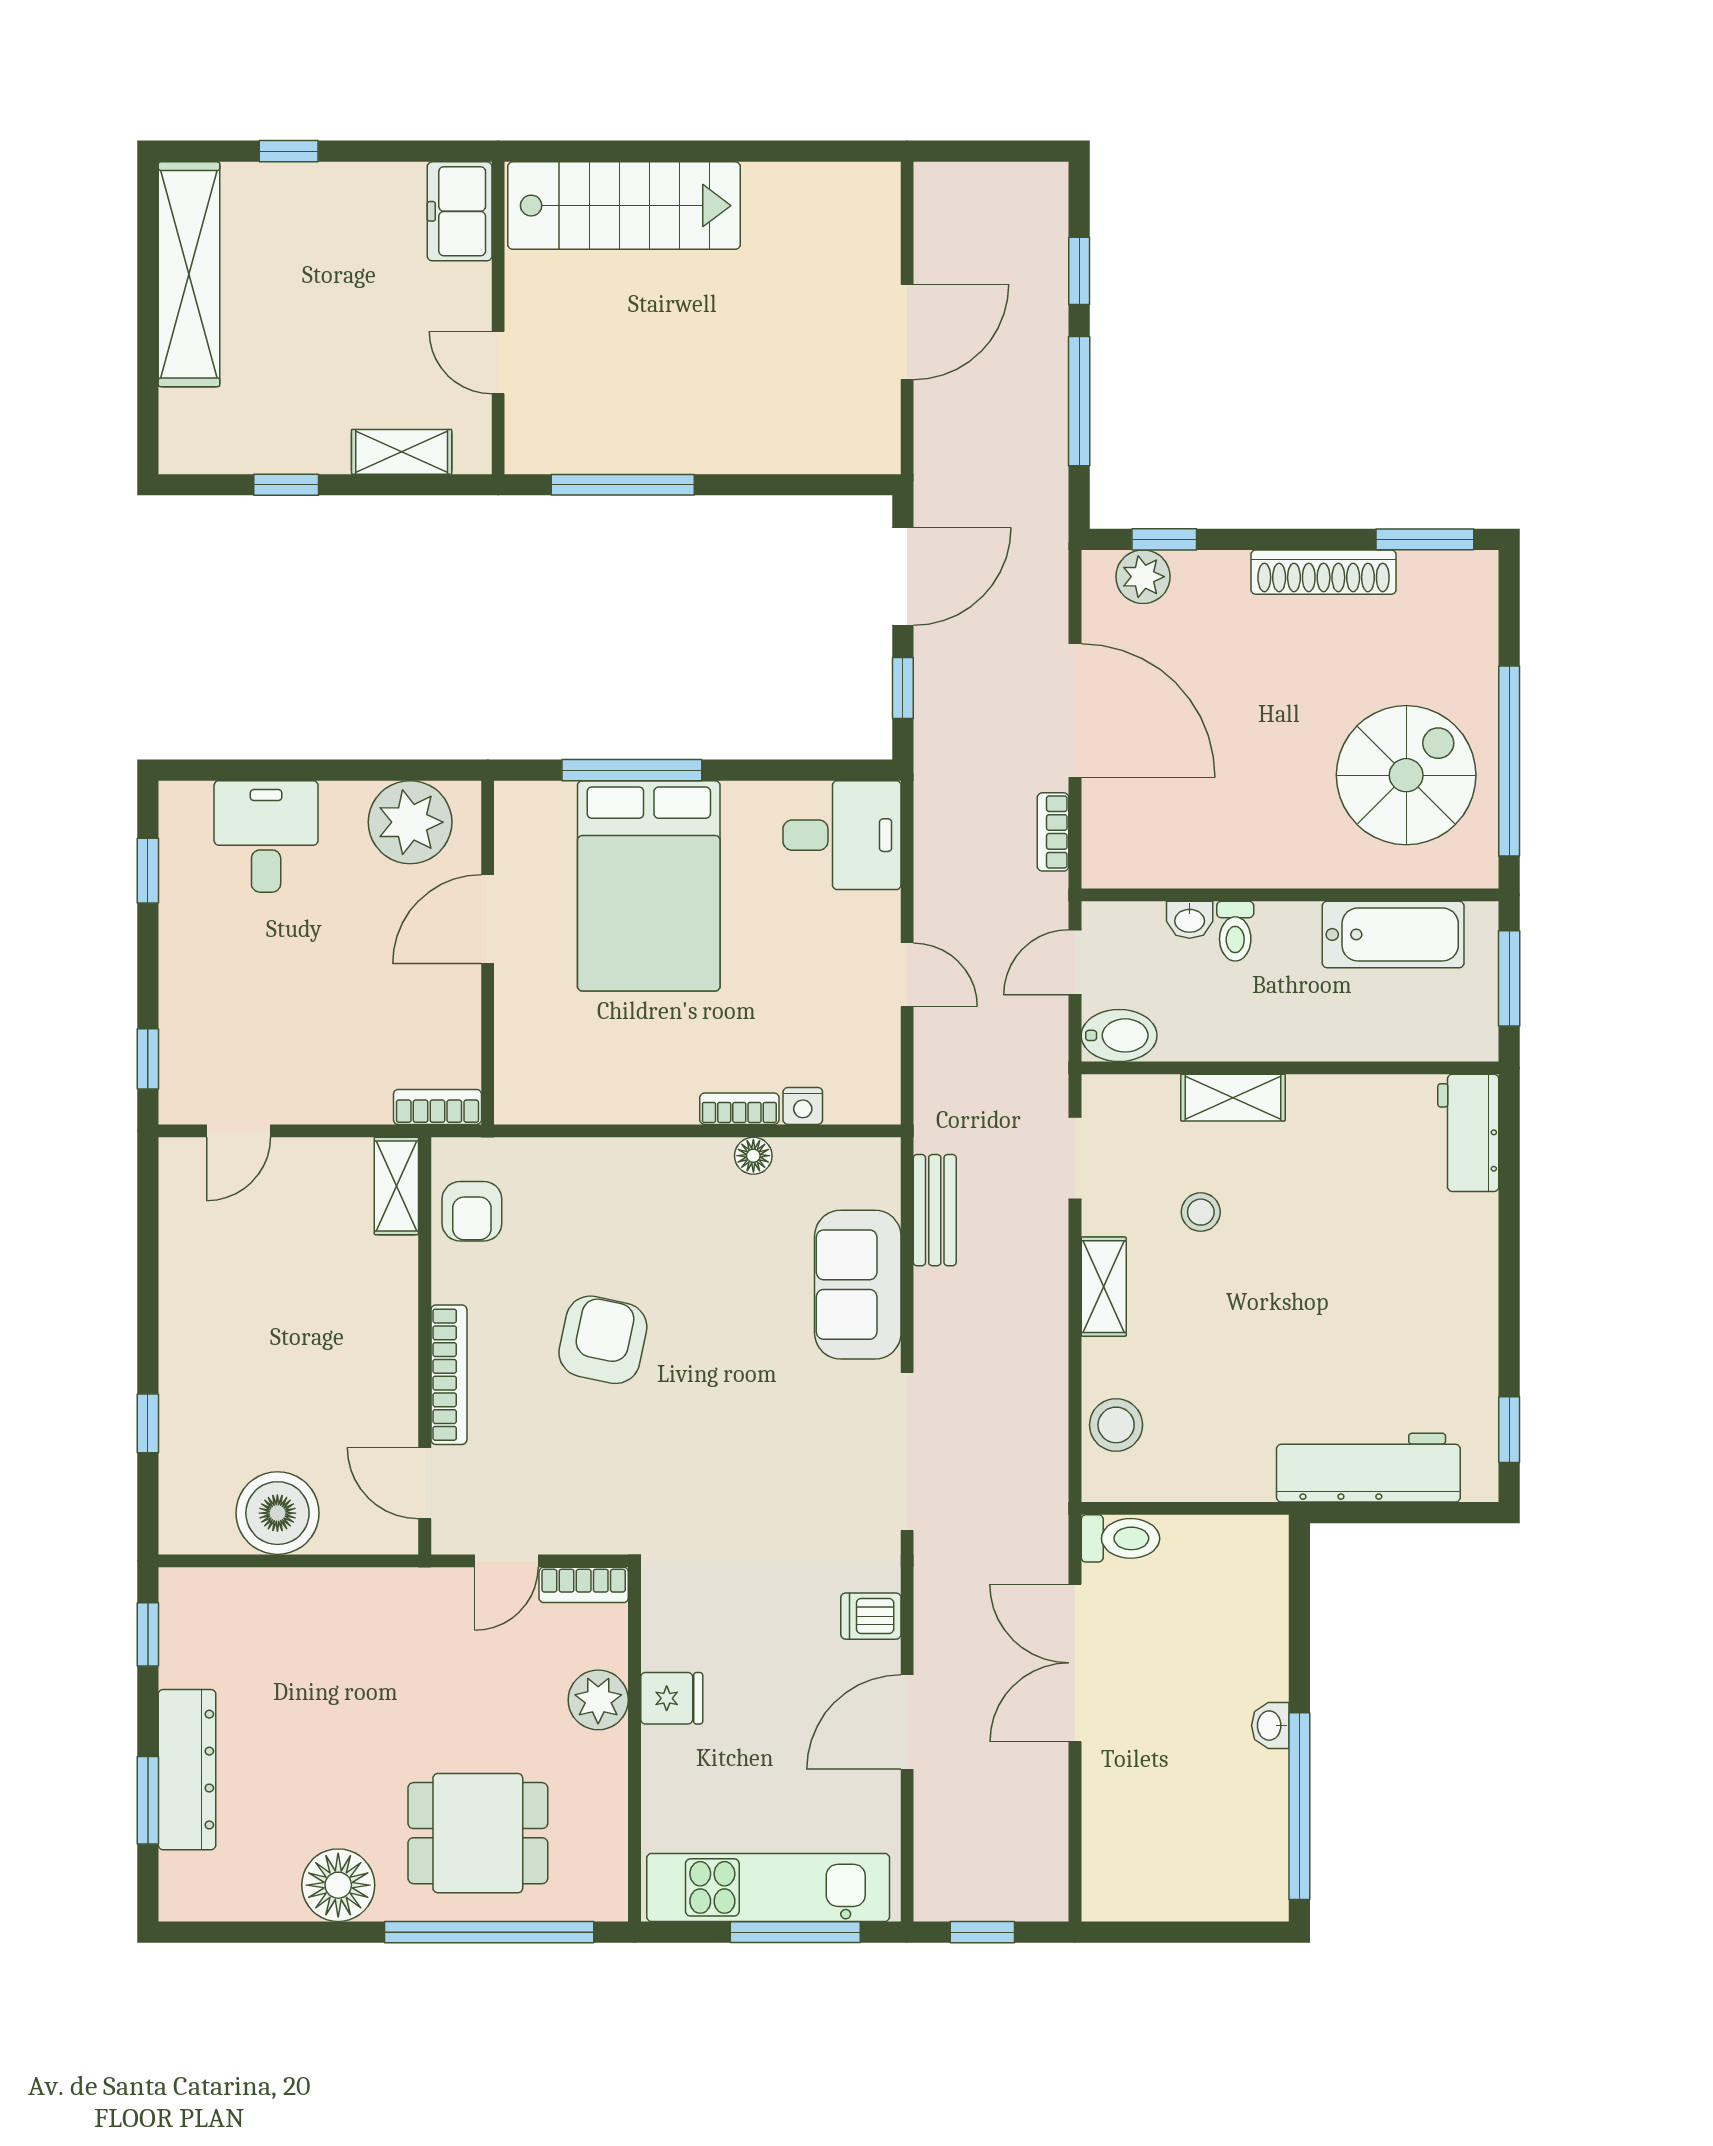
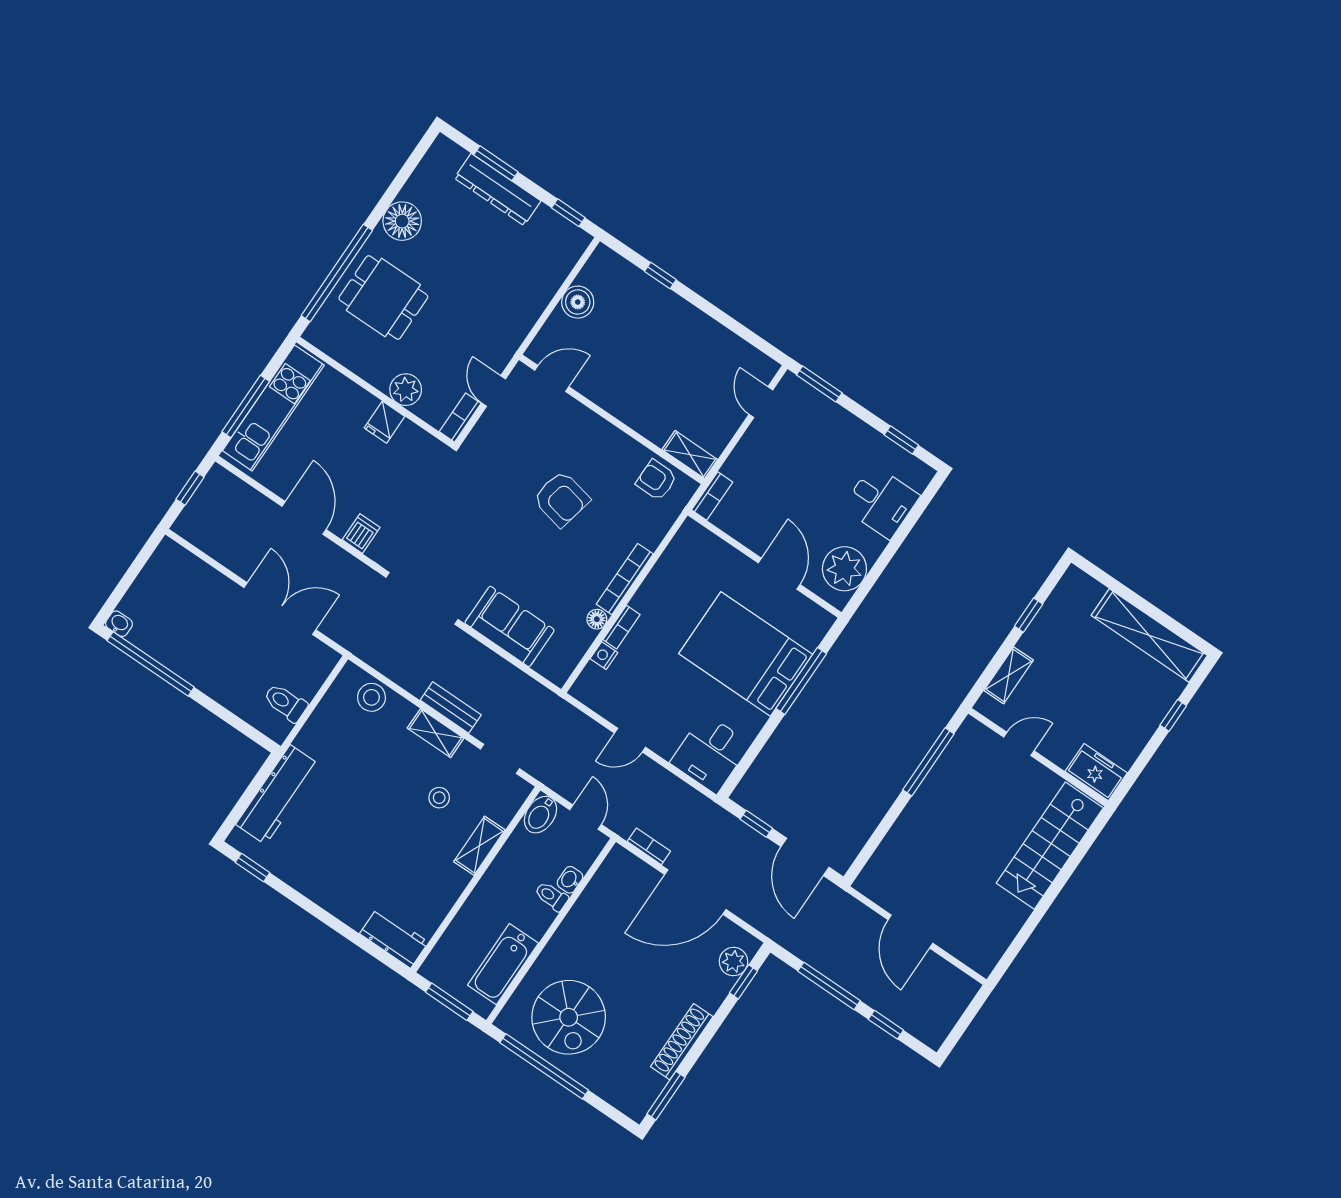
window: (148, 1059) -> (819, 384), width x1.50
bench: (935, 1210) -> (451, 708), moved
bookcase: (449, 1375) -> (625, 579), moved, turned 90
boiler: (277, 1513) -> (578, 302), width x0.73, depth x0.73
toilet: (1120, 1538) -> (285, 703), moved, turned 90
washbasin: (1270, 1726) -> (119, 624), moved
dining table: (478, 1833) -> (383, 297), turned 90

